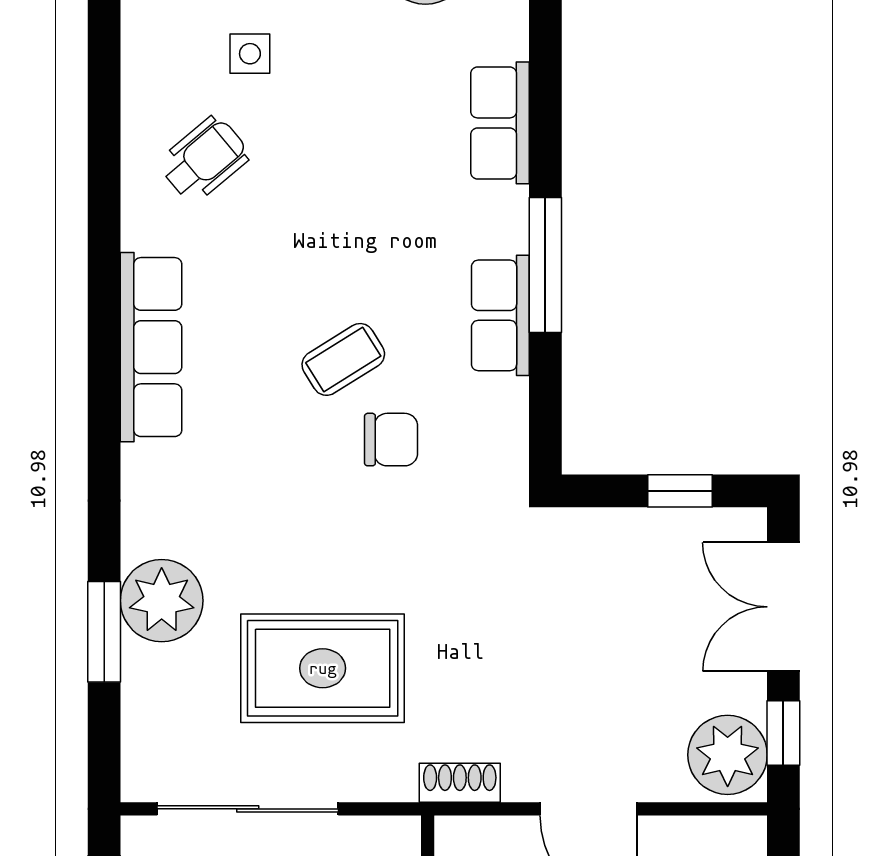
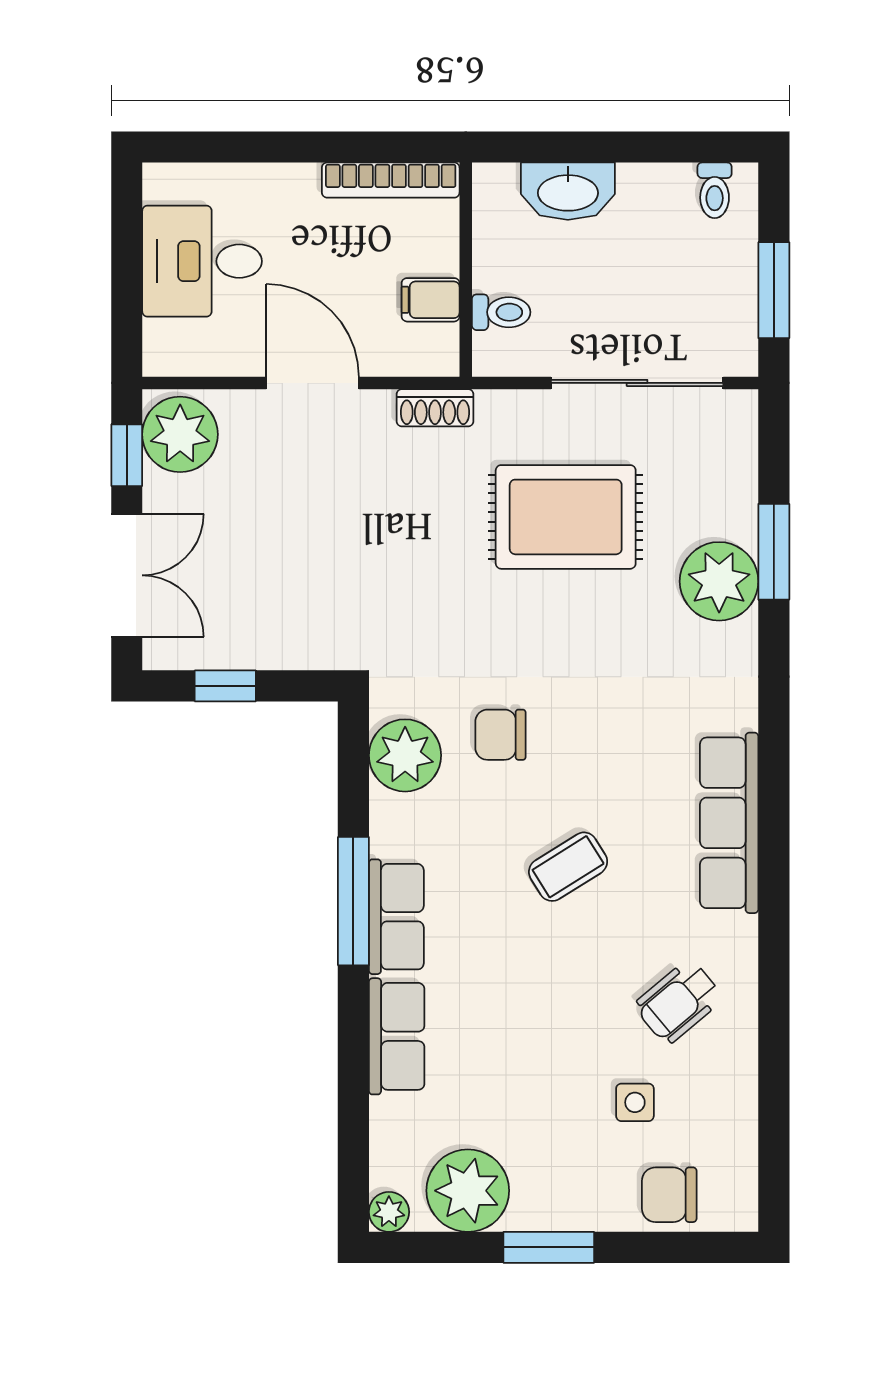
row of seats: (500, 315) -> (396, 917), moved
coffee table: (343, 359) -> (568, 867), moved
plant: (491, 418) -> (405, 755), added

